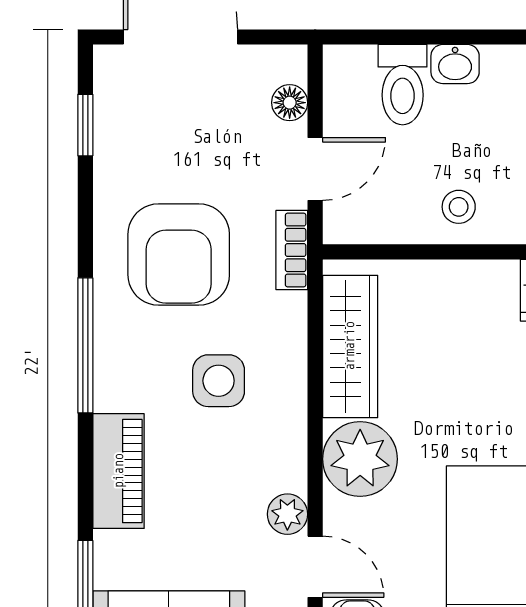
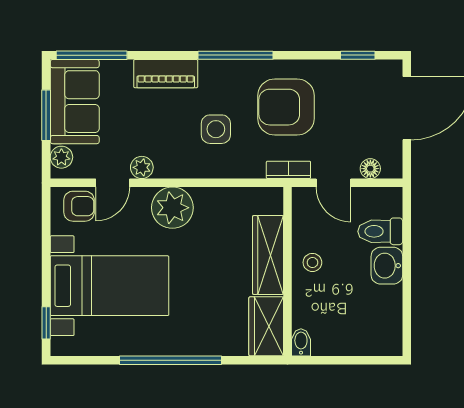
washbasin: (455, 64) -> (387, 266), width x1.38, depth x1.45
wardrobe: (350, 346) -> (268, 255), moved, turned 90

